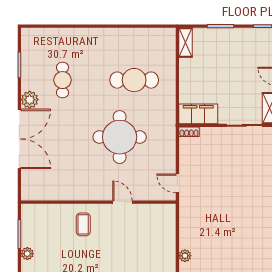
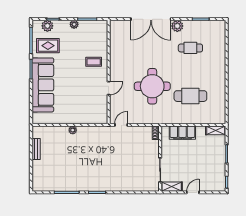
cafe table: (134, 80) -> (190, 96), turned 90
filing cabinet: (198, 114) -> (182, 133), moved, turned 90

